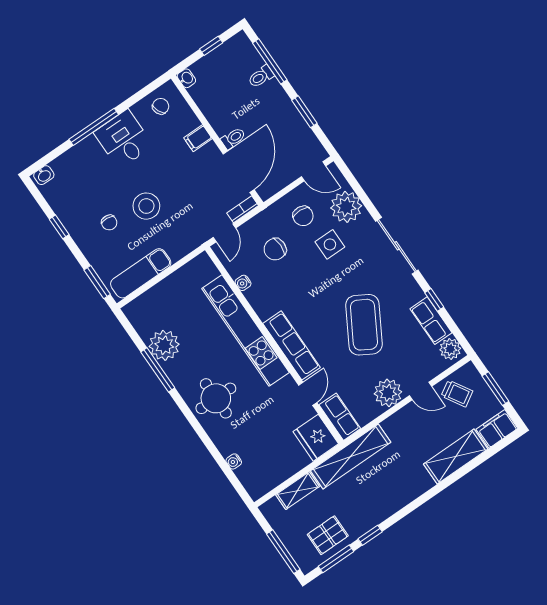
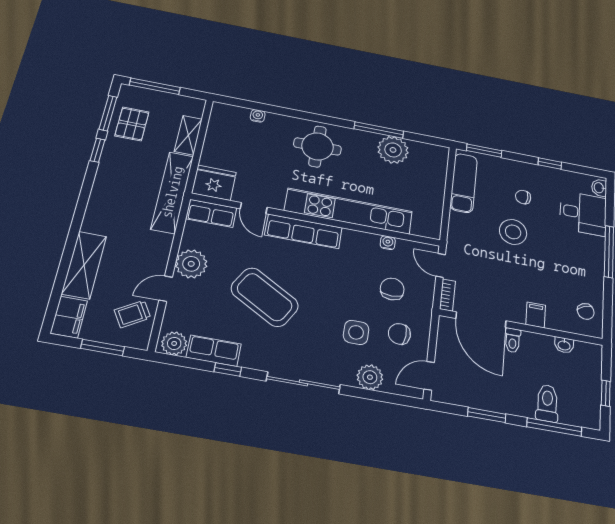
toilet: (261, 77) -> (547, 403), width x1.37, depth x1.39
washbasin: (186, 78) -> (564, 345), moved
desk: (123, 139) -> (583, 213), moved
plant: (346, 207) -> (370, 377), width x0.73, depth x0.73

